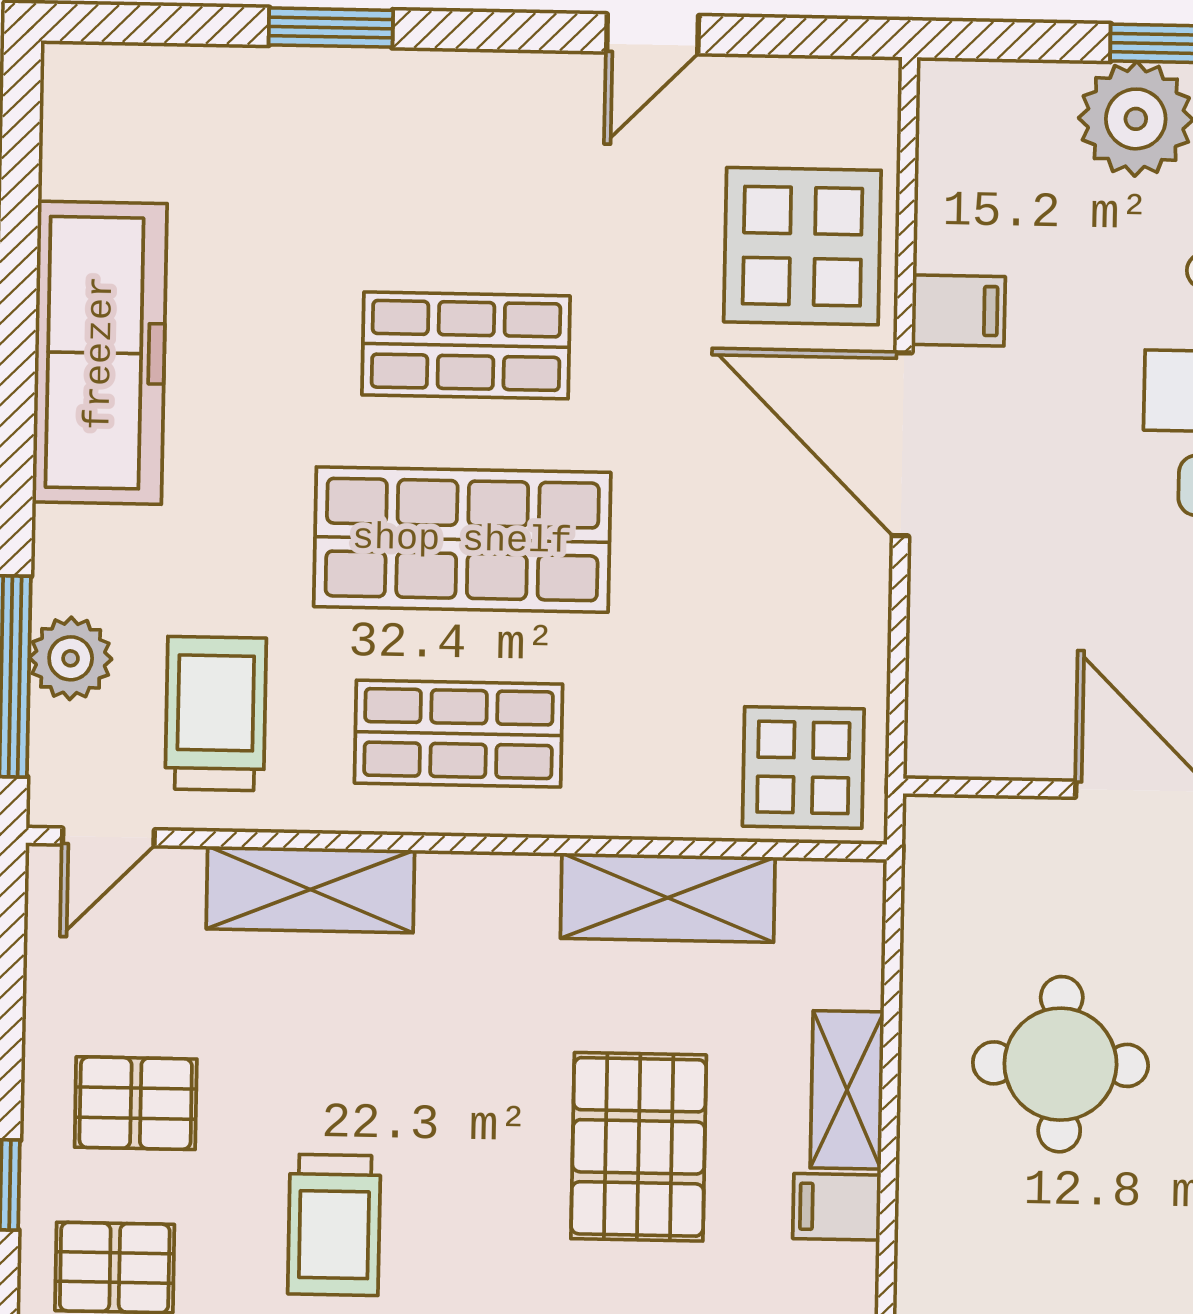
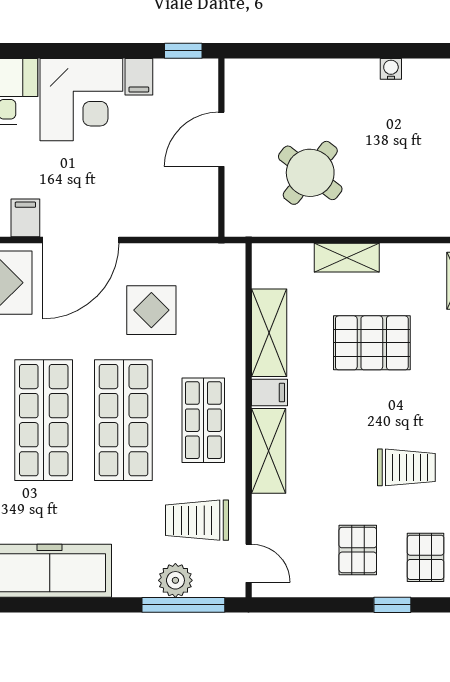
shop shelf: (466, 345) -> (44, 420), width x1.43, depth x1.36
display table: (803, 767) -> (151, 310), moved
shelving: (310, 890) -> (269, 451), moved
round table: (1060, 1064) -> (310, 173), moved, turned 38
filing cabinet: (837, 1207) -> (269, 393), moved, turned -90

